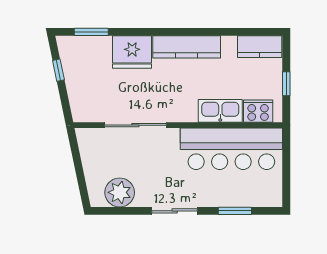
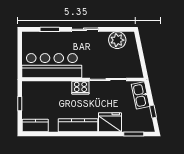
kitchen sink: (220, 111) -> (140, 95), moved, turned 78
cooker: (258, 111) -> (80, 88), moved

